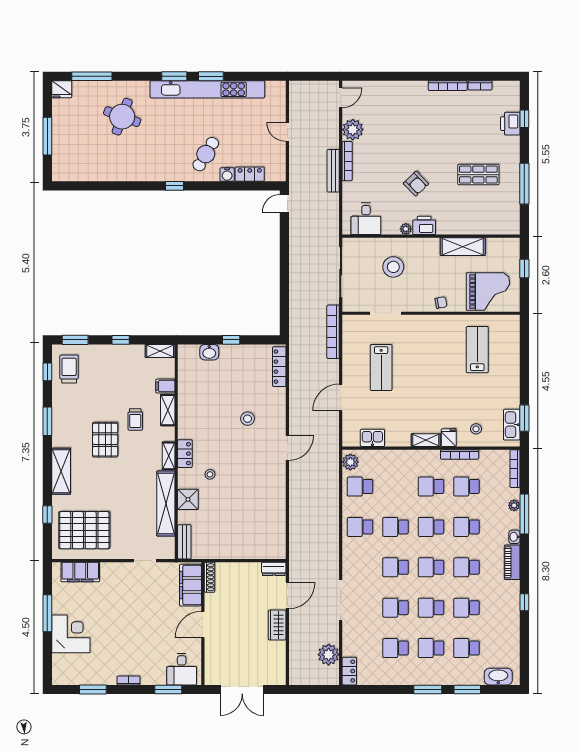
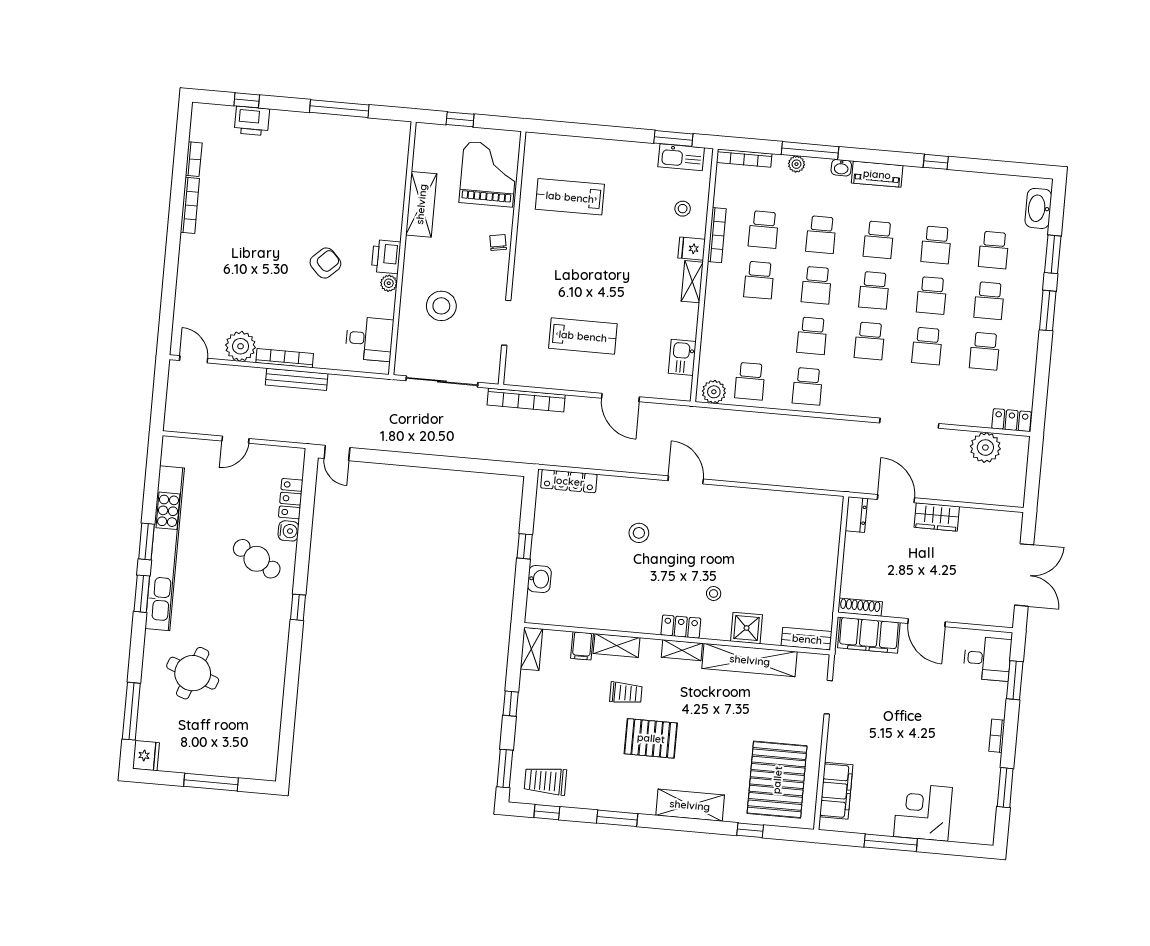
shop shelf: (478, 175) -> (320, 173), removed

